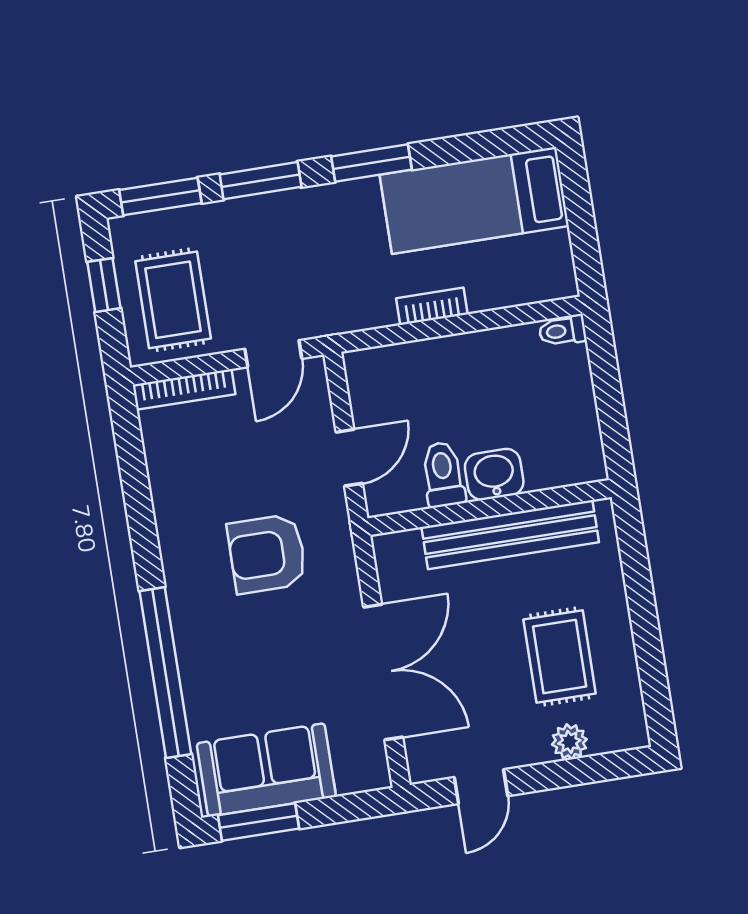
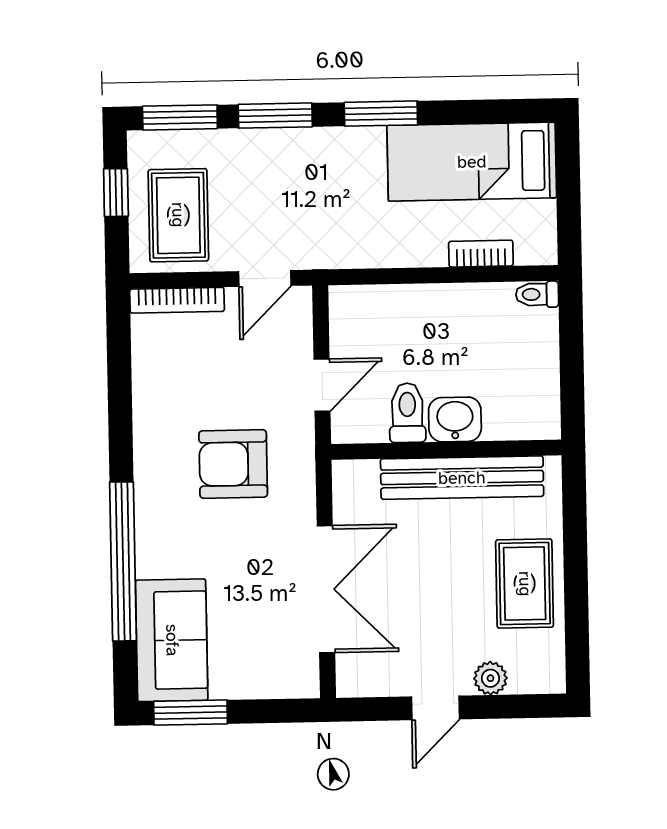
bookcase: (432, 306) -> (481, 254), moved
rug: (560, 657) -> (525, 584), moved
sofa: (266, 770) -> (172, 640), moved, turned 90
door: (481, 787) -> (435, 708), moved

